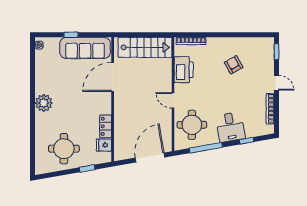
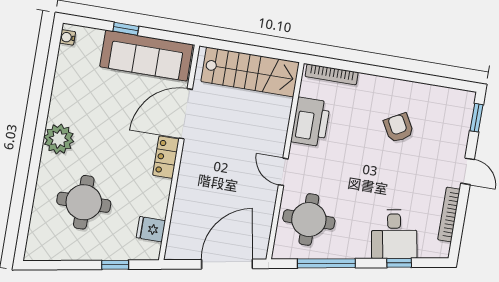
locker: (106, 126) -> (166, 157), moved
desk: (230, 127) -> (394, 234), moved
round table: (64, 149) -> (84, 202), moved

